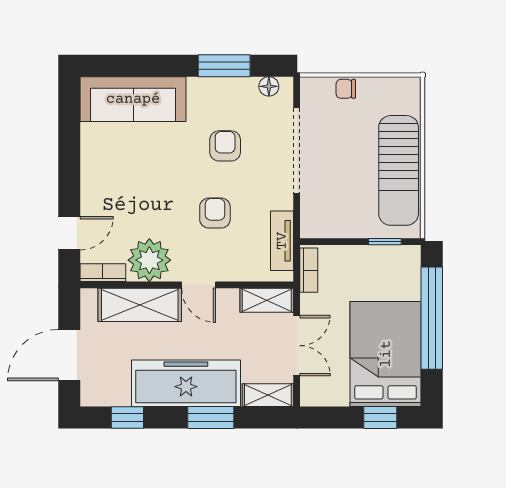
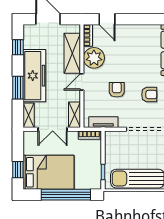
armchair: (215, 213) -> (117, 90), turned -90

